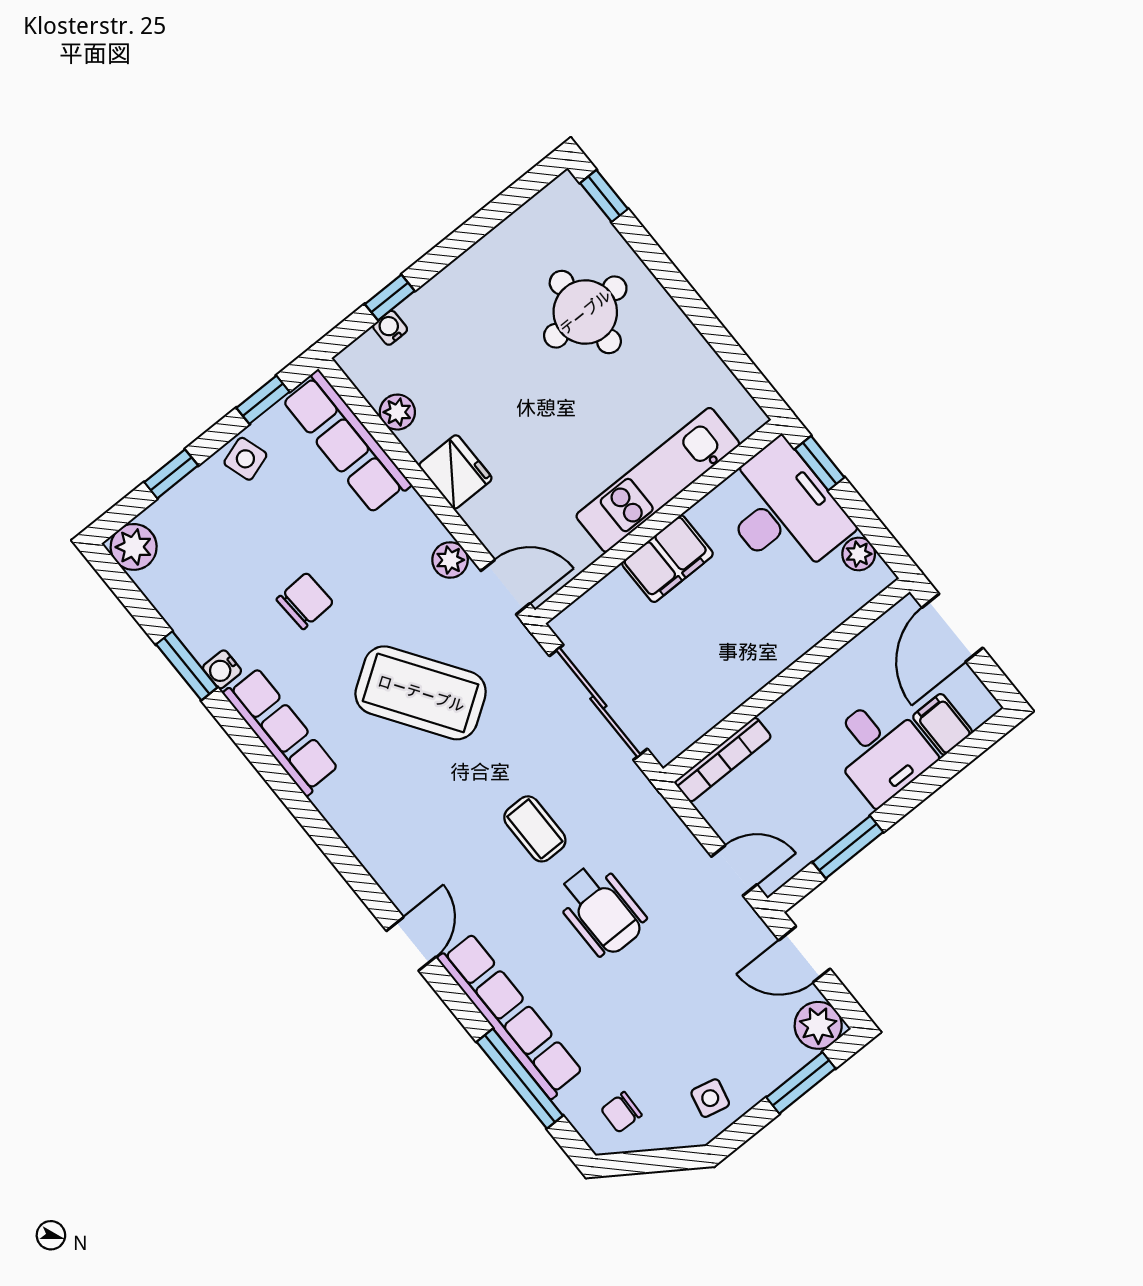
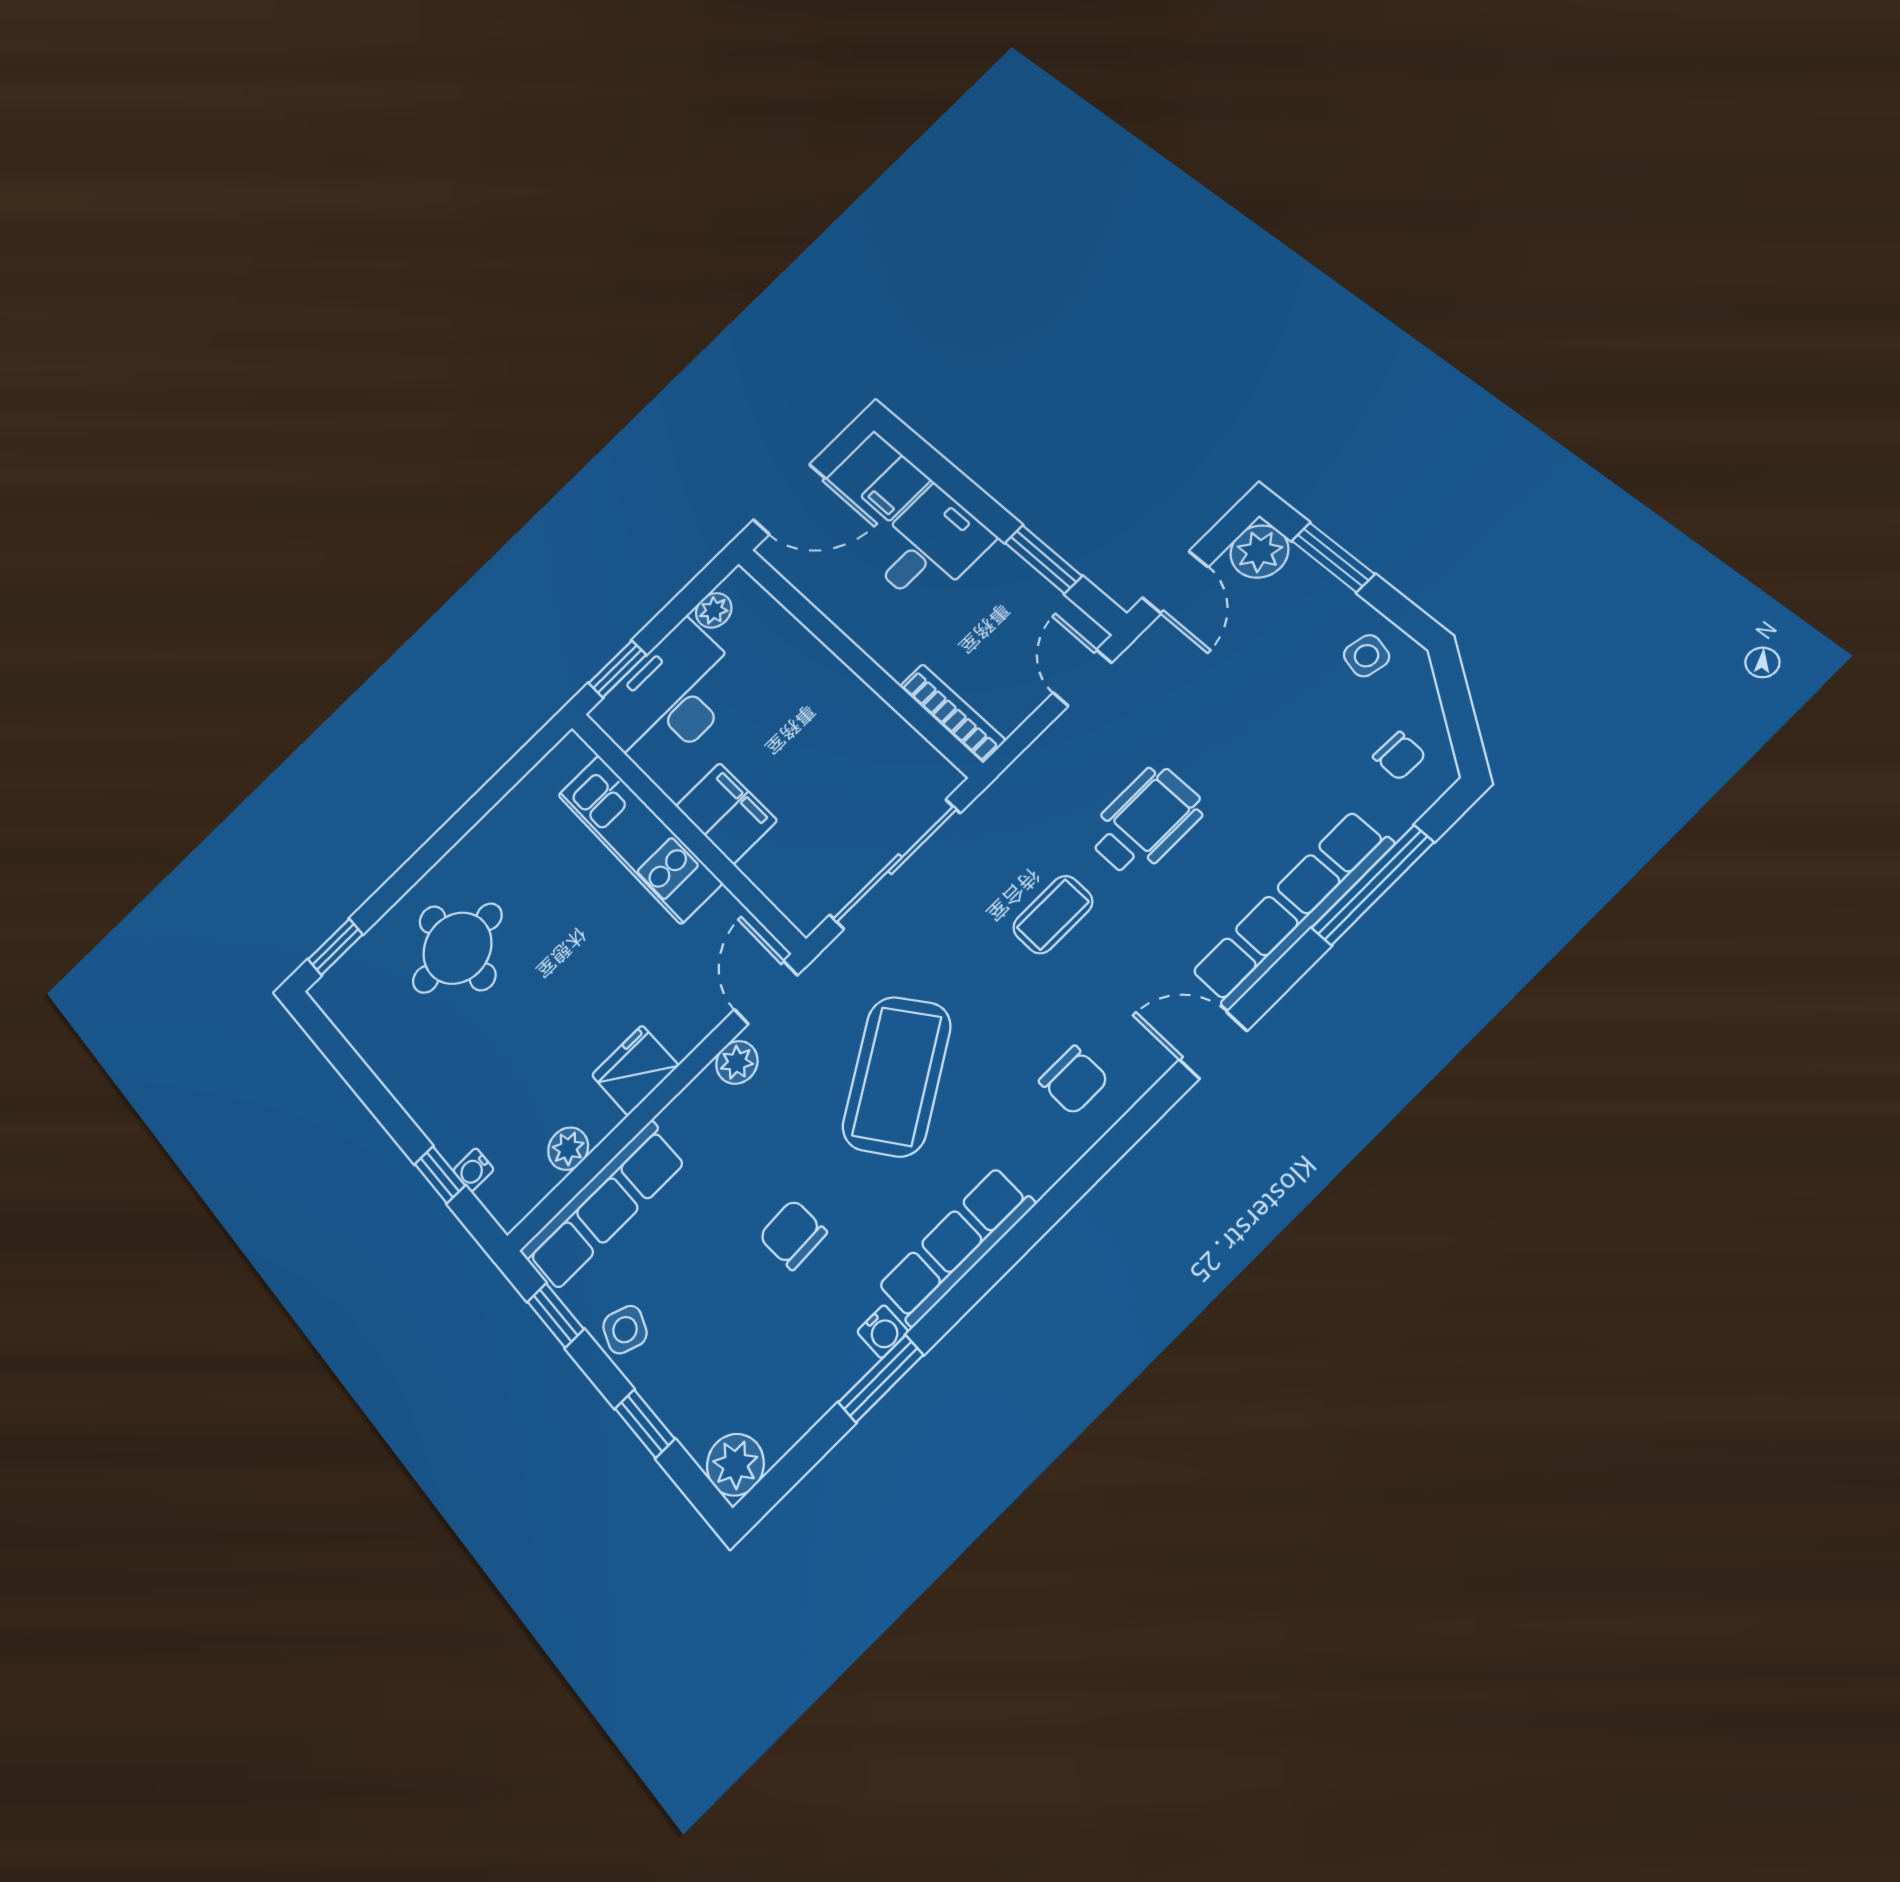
side table: (245, 459) -> (625, 1330), turned 38
chair: (398, 834) -> (1074, 1080), added

